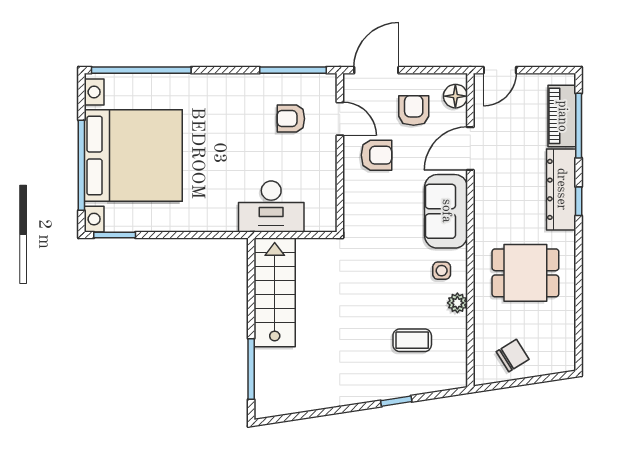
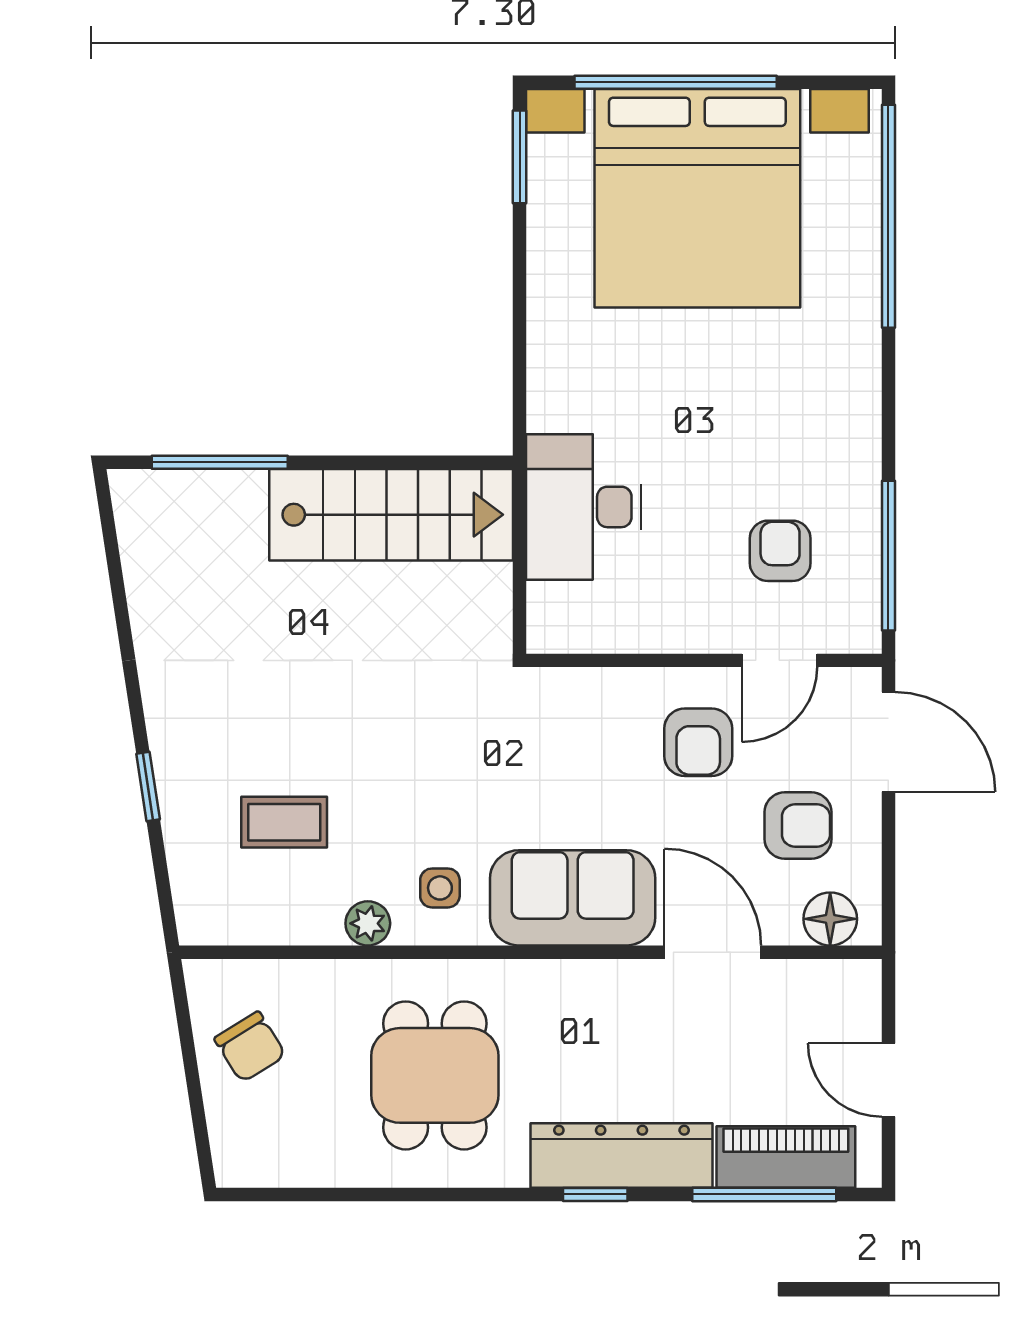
door: (500, 70) -> (888, 1080), moved
coffee table: (412, 340) -> (284, 822), turned 90

